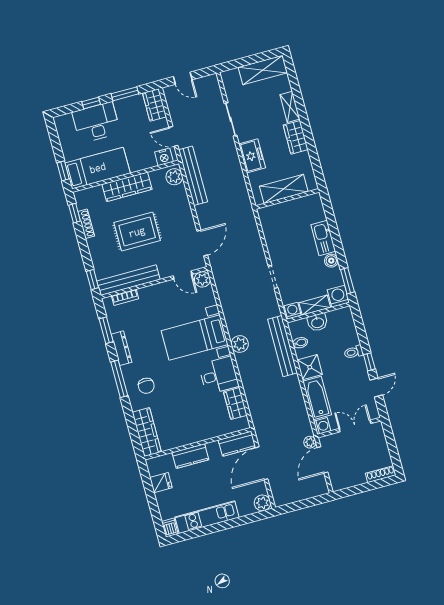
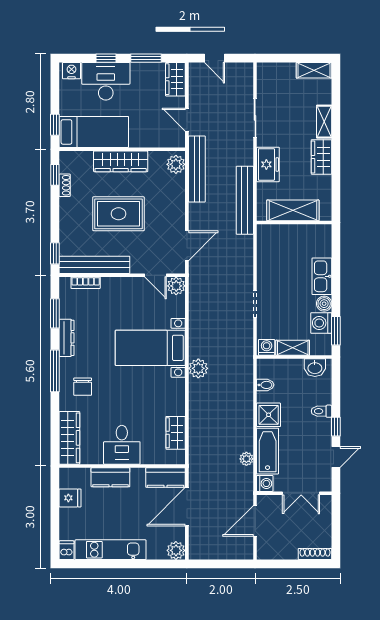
shelving: (263, 70) -> (314, 70), width x0.67, depth x0.75
nightstand: (164, 157) -> (71, 71), moved, turned 180
shoe rack: (86, 224) -> (65, 185), width x0.70
washing machine: (338, 296) -> (321, 323), moved, turned -90
washbasin: (317, 322) -> (315, 368), moved
bench: (283, 346) -> (245, 200), moved
desk: (219, 375) -> (122, 445), moved, turned 90
double door: (355, 426) -> (301, 493), swing flipped
plant: (310, 442) -> (246, 459), moved

